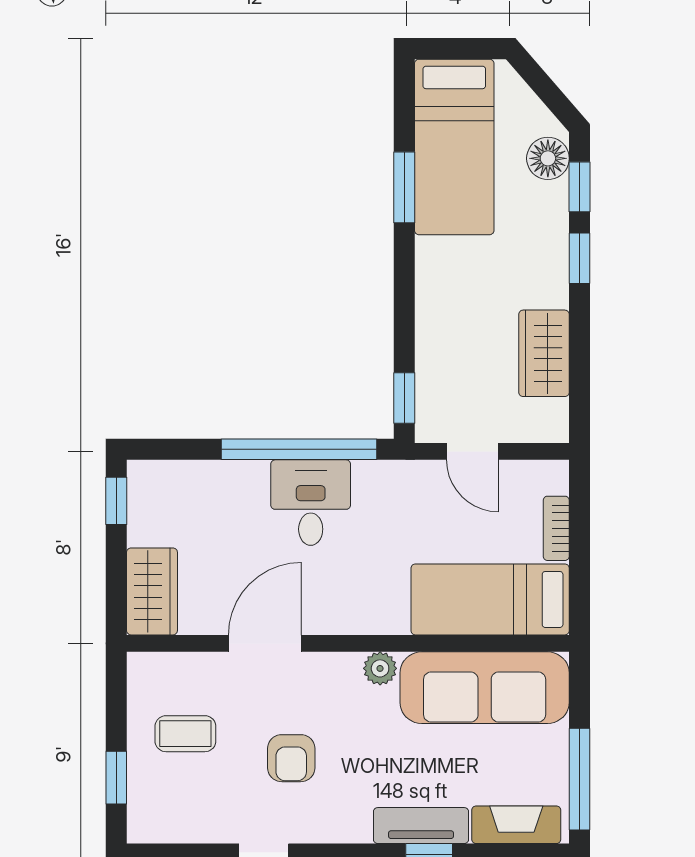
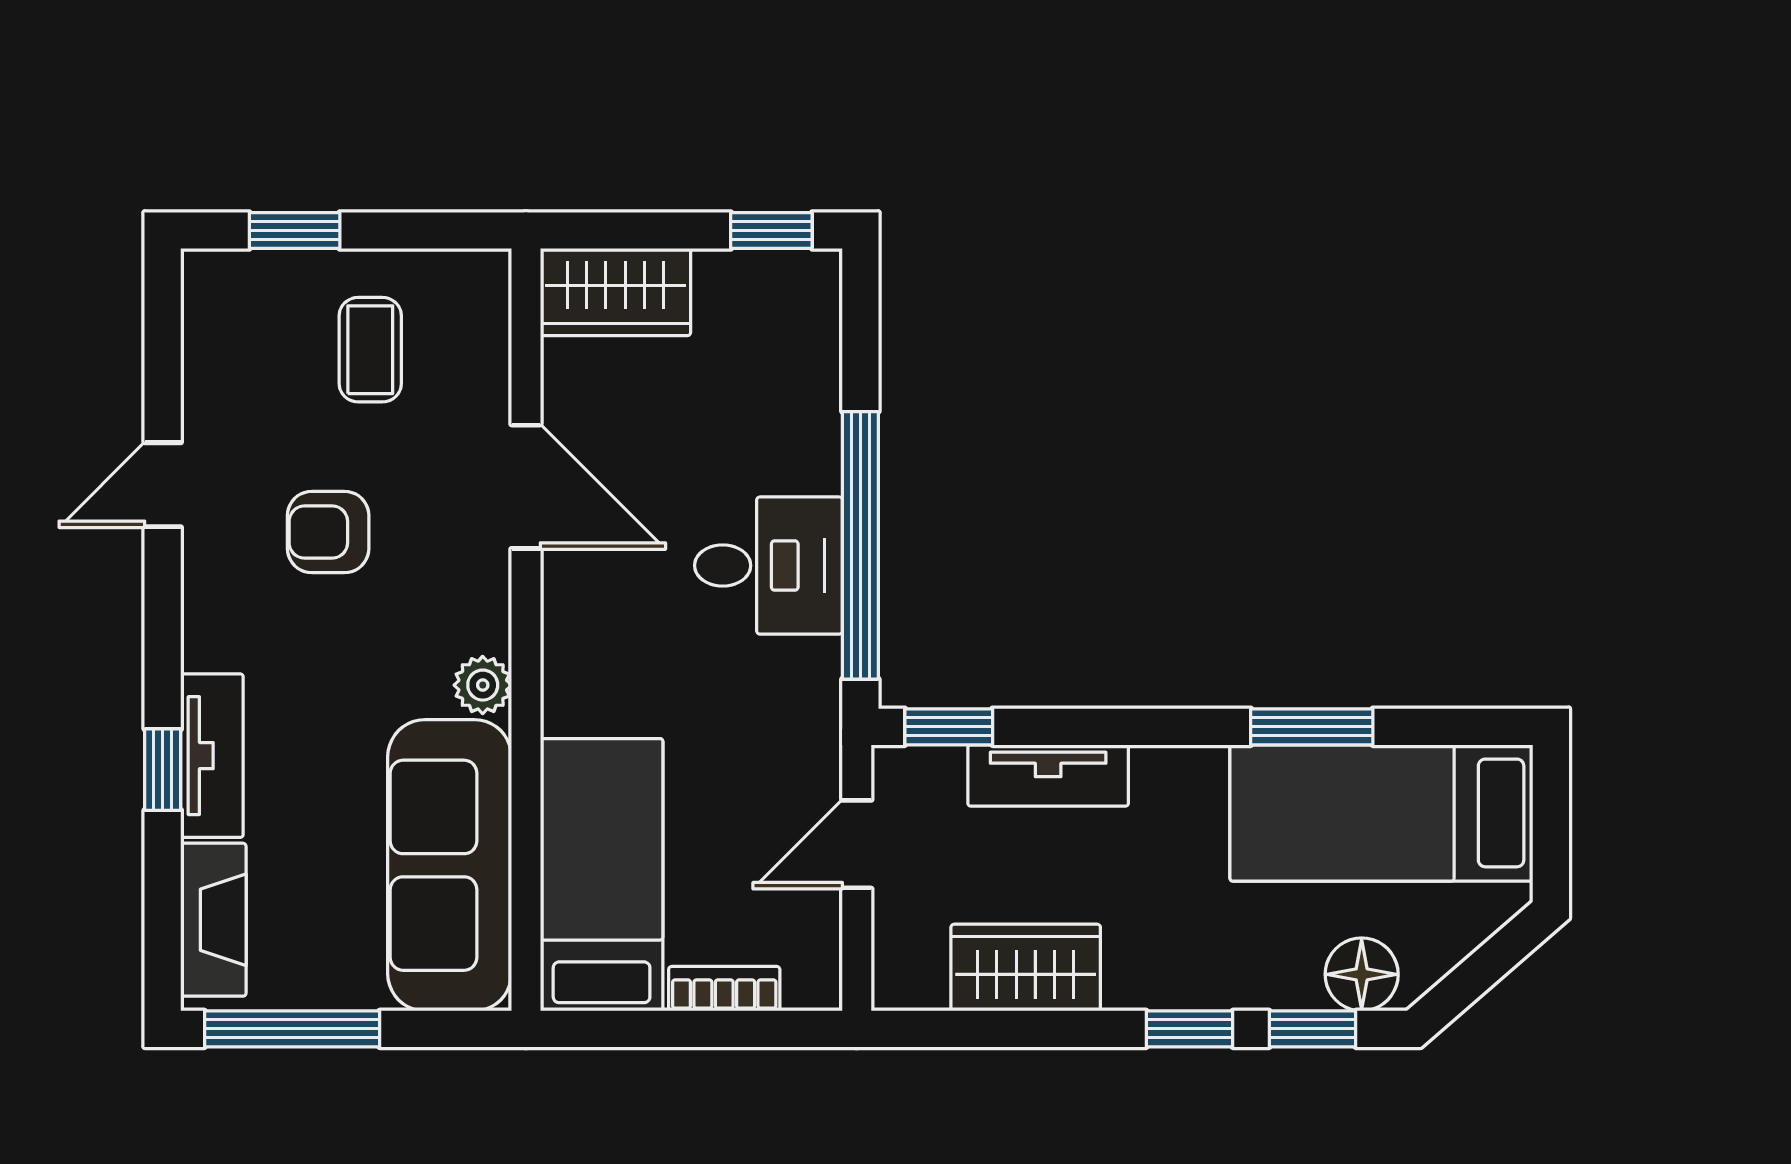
tv unit: (432, 340) -> (1048, 775), added

